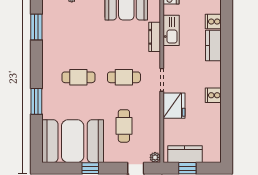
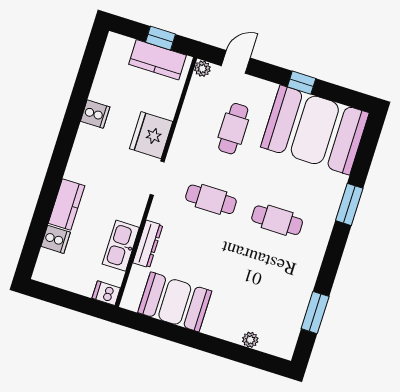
cooker: (213, 95) -> (95, 114), moved

